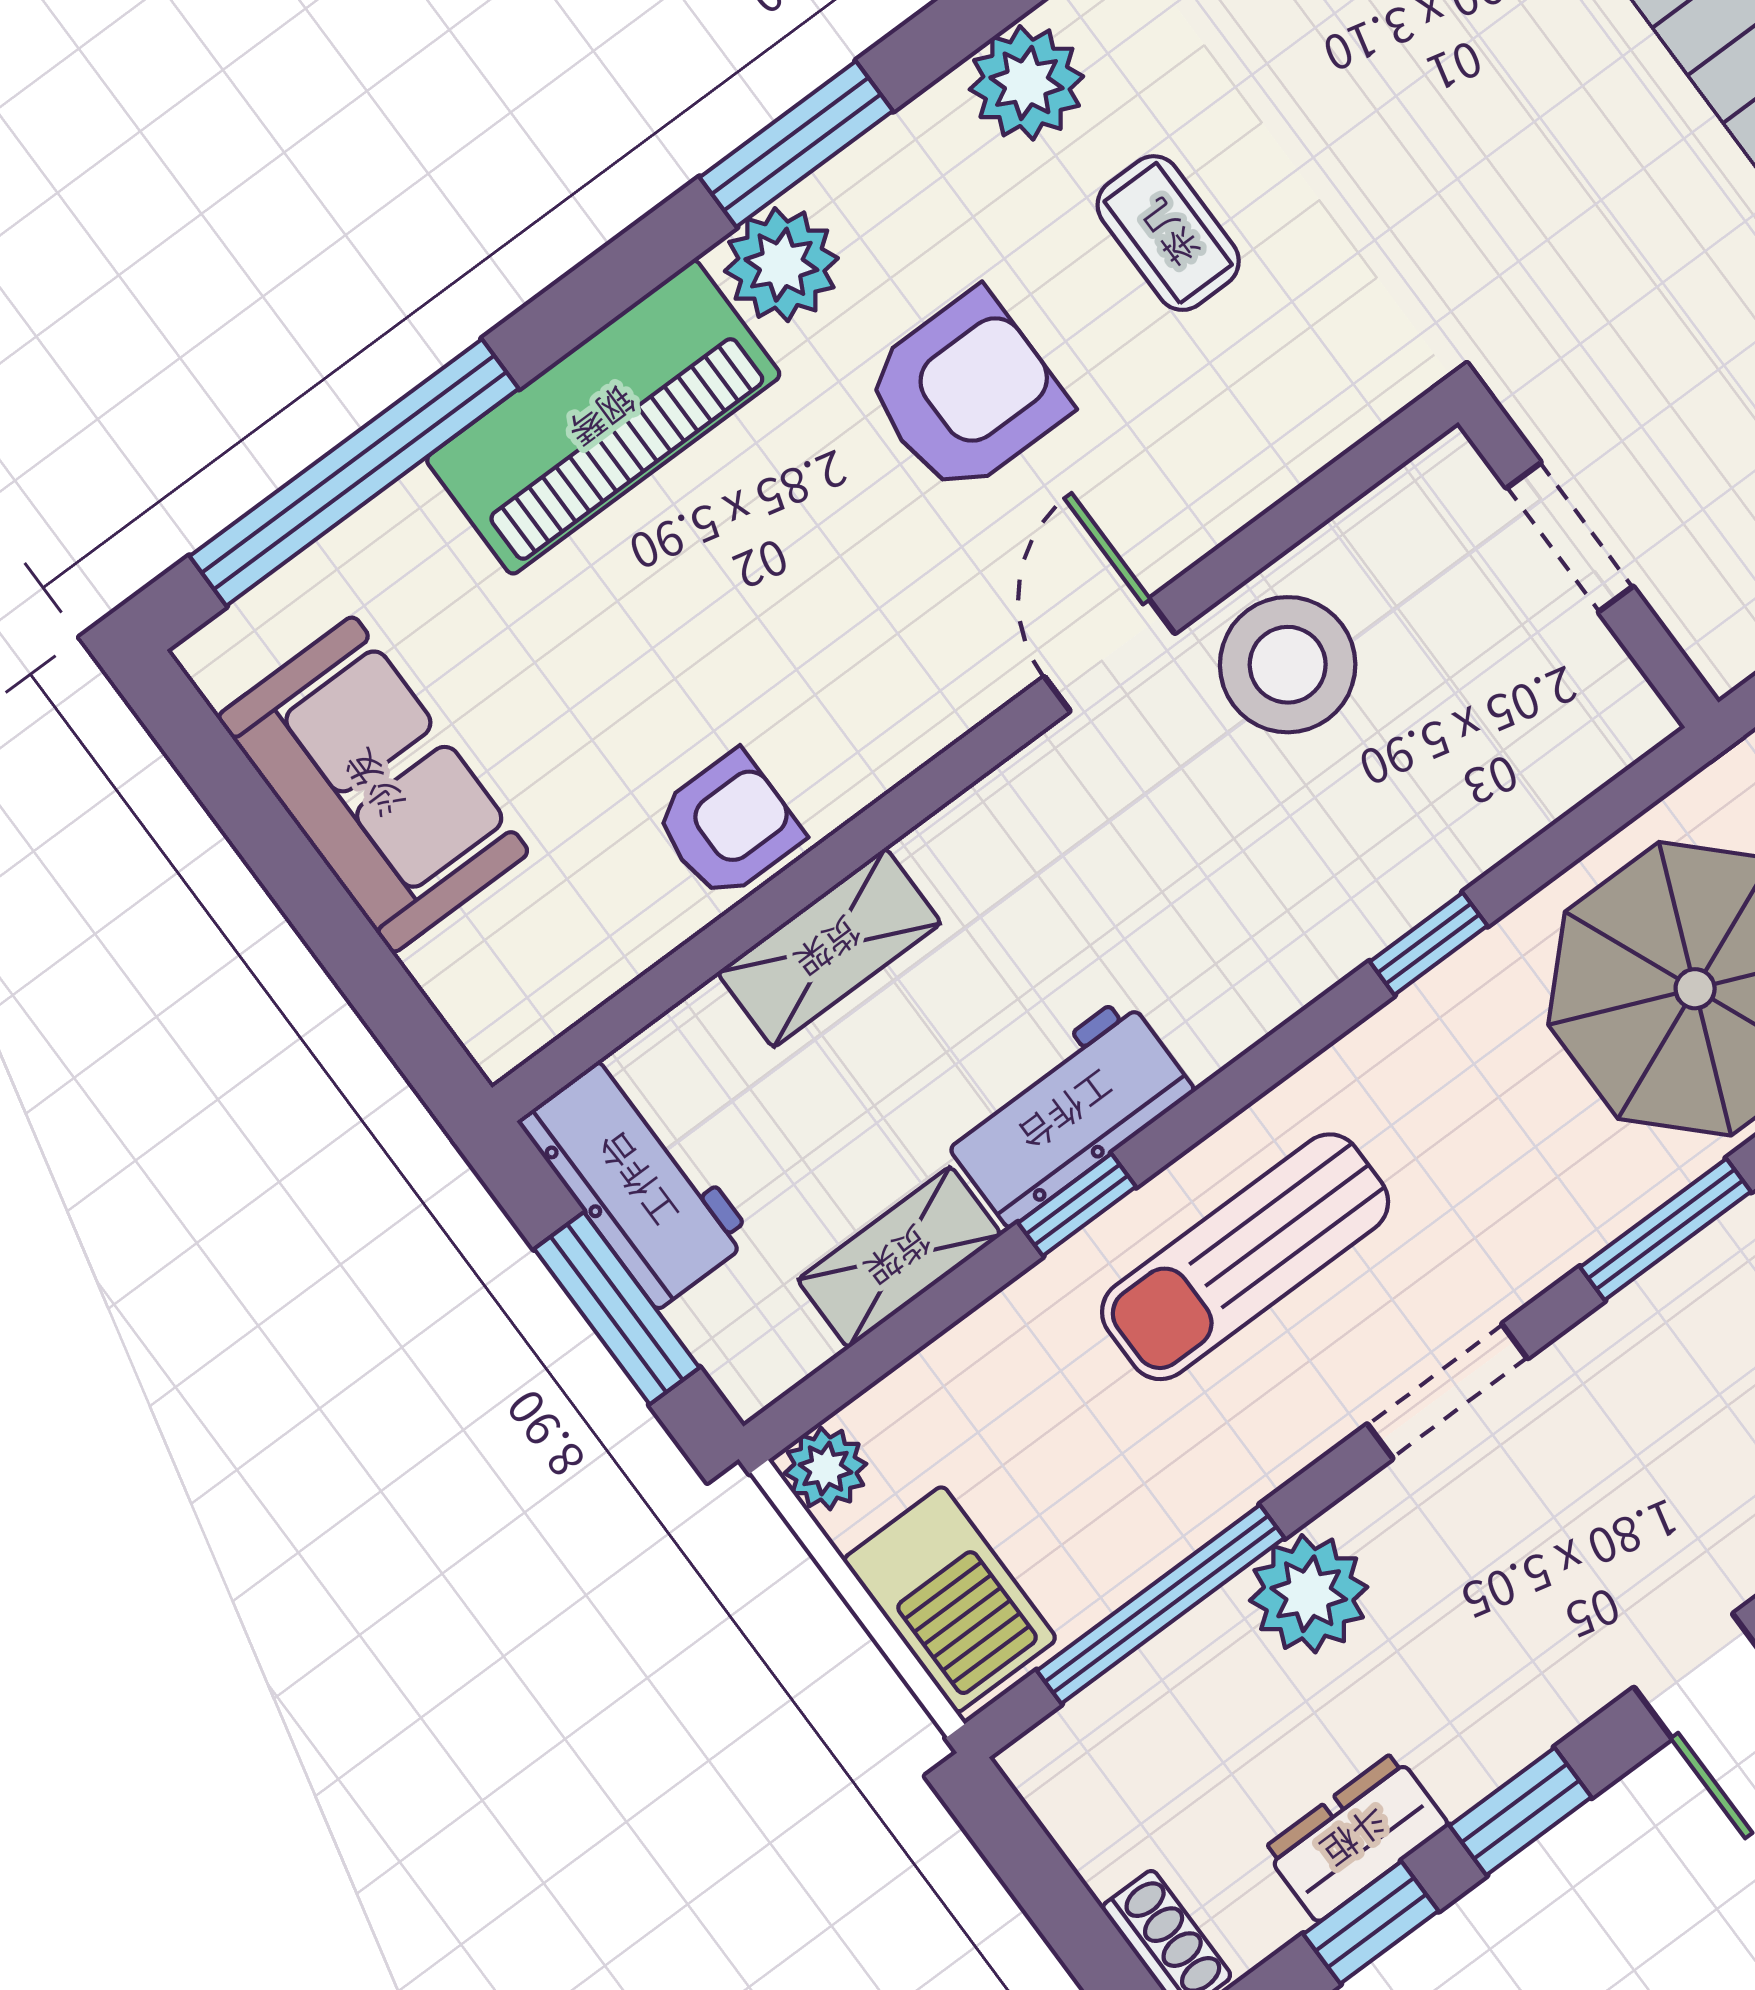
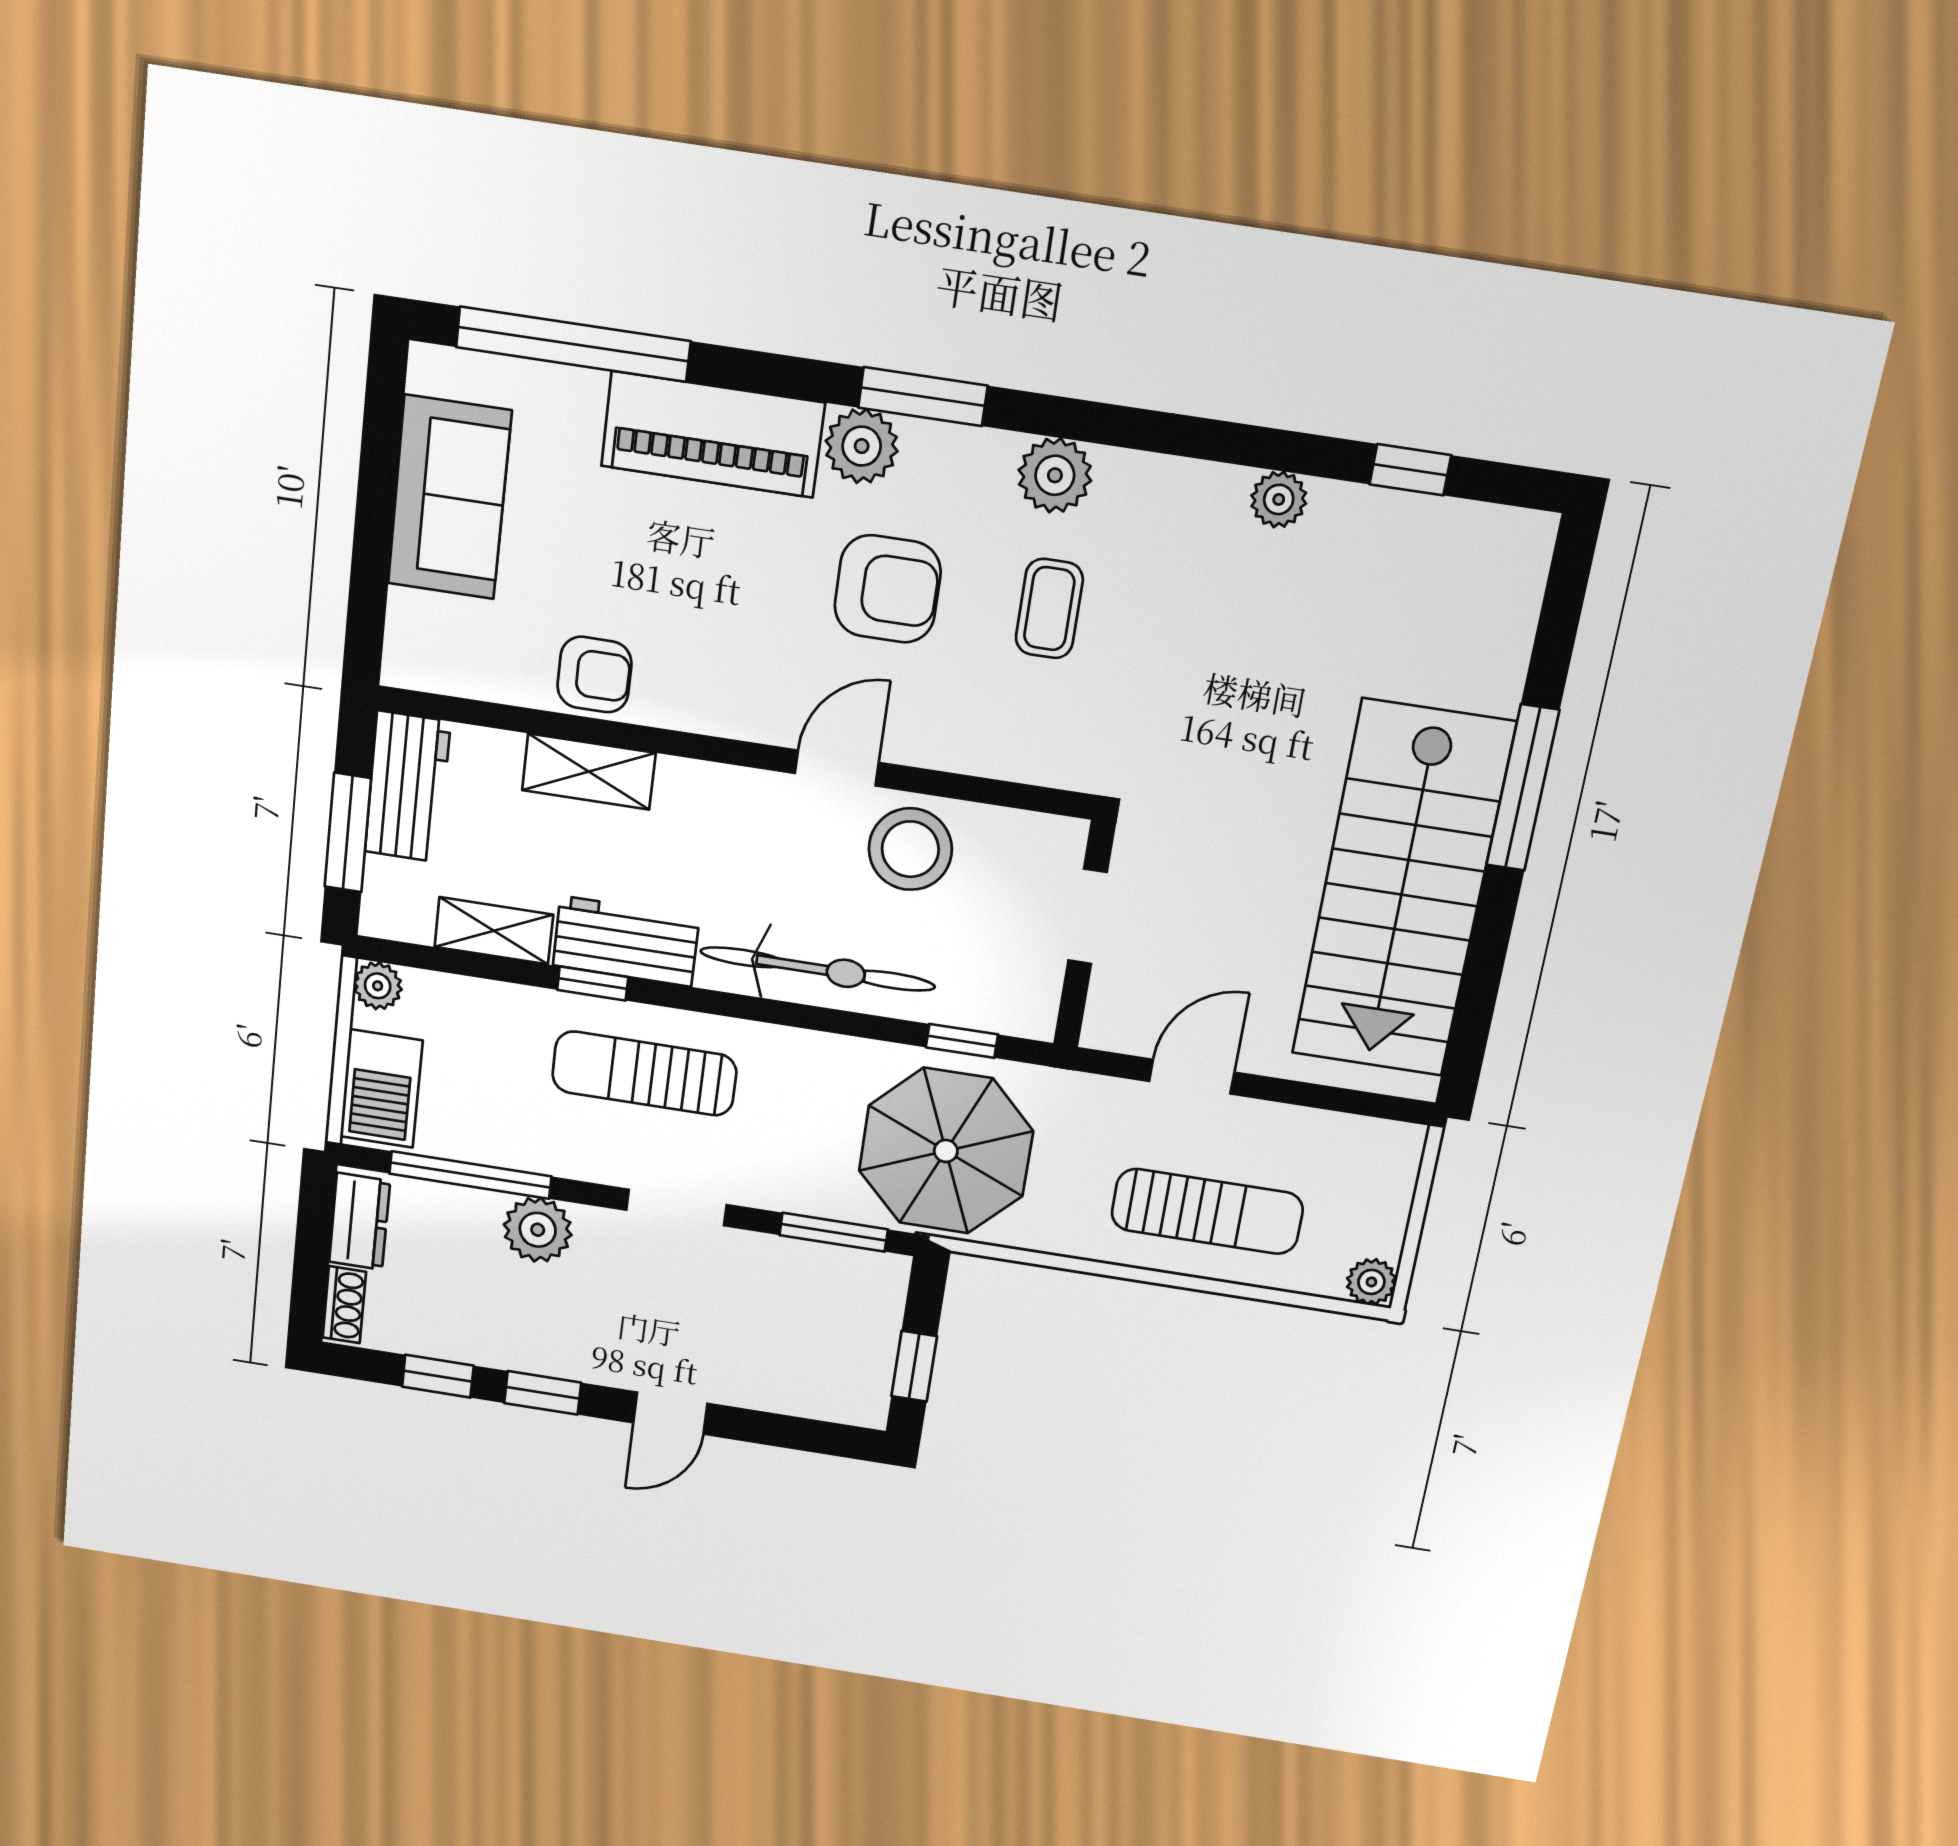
bicycle: (1323, 917) -> (818, 969), added
window: (1429, 944) -> (962, 1041), moved
dresser: (1356, 1837) -> (360, 1221), moved, turned 90

